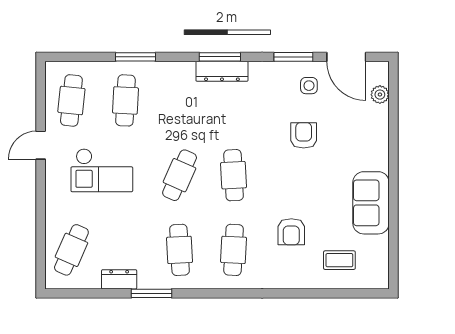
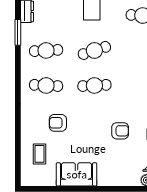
cafe table: (180, 175) -> (94, 50), turned -42

